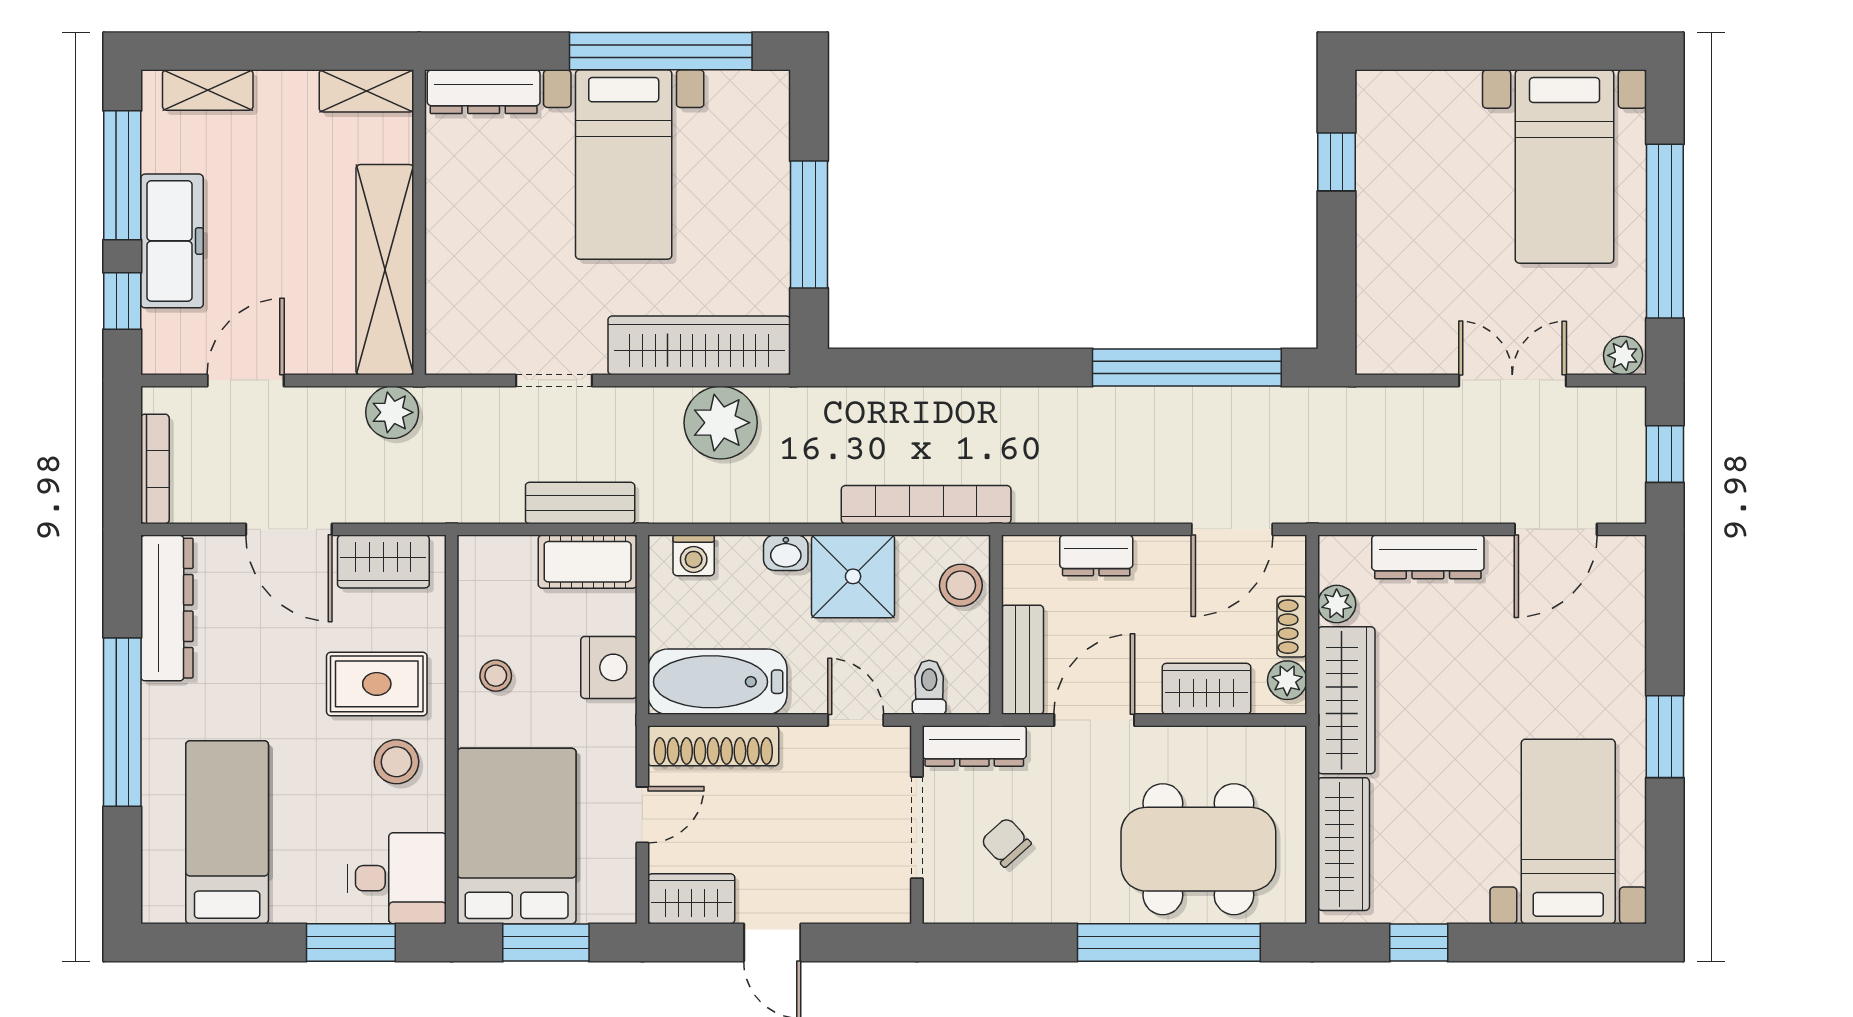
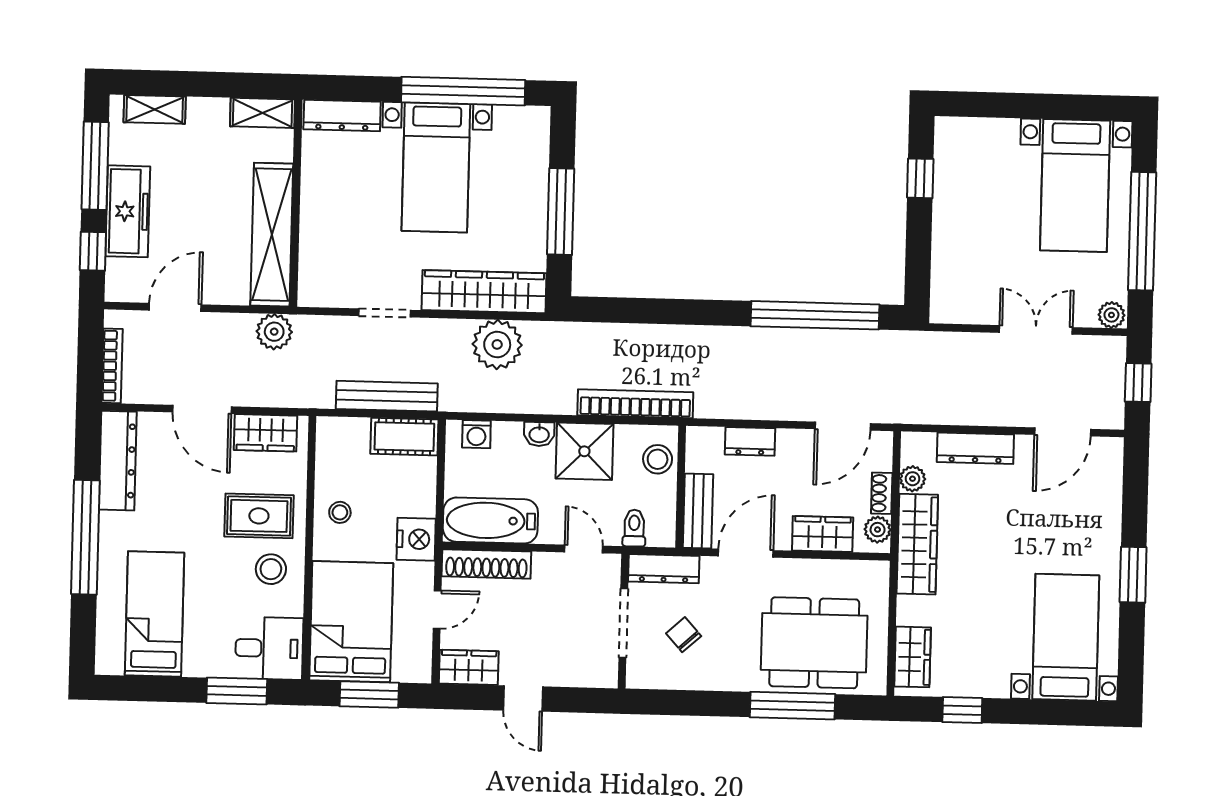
bench: (580, 503) -> (387, 396), width x1.36
nightstand: (609, 667) -> (416, 539), moved
wardrobe: (1344, 844) -> (913, 657), width x0.67
window: (1169, 942) -> (792, 706), width x0.68

